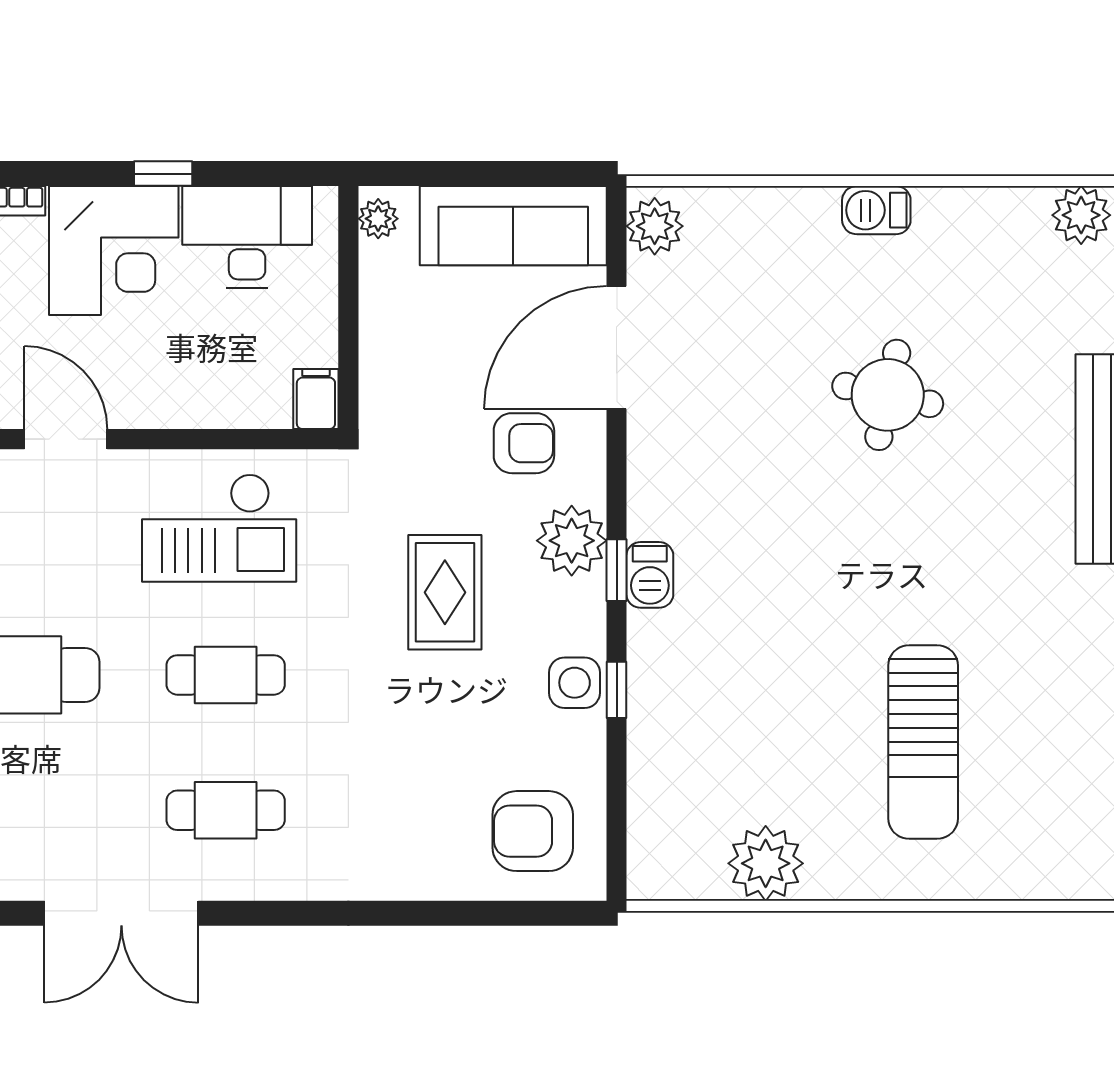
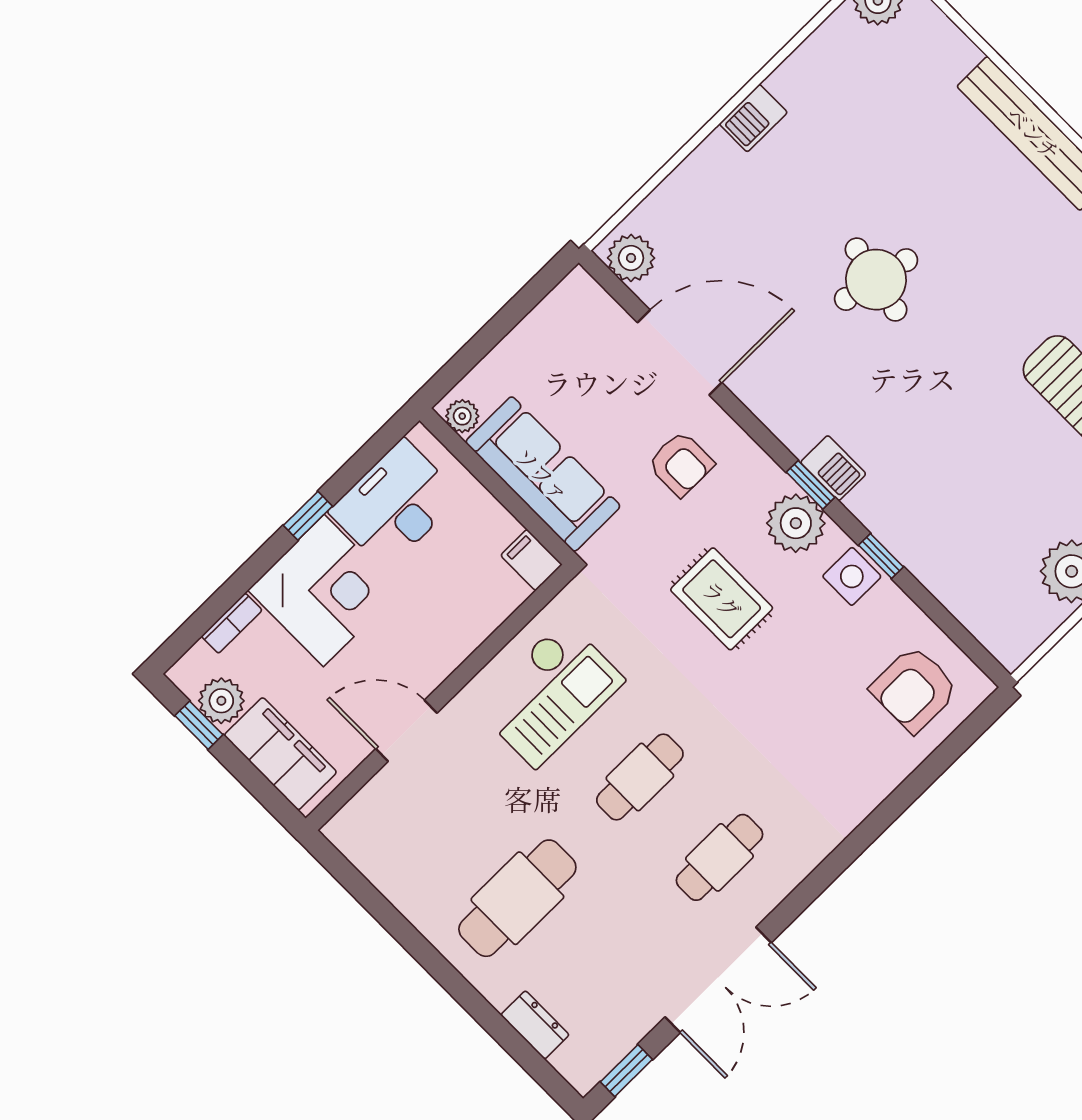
sofa: (513, 226) -> (543, 474), moved, turned -90
door: (617, 348) -> (680, 353), swing flipped
round table: (888, 395) -> (876, 280), moved
armchair: (524, 443) -> (681, 464), turned 90
plant: (572, 541) -> (796, 523), moved

